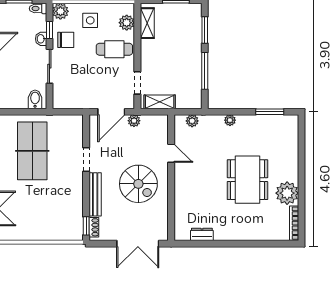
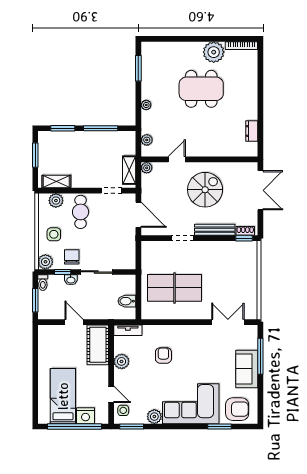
bidet: (35, 99) -> (127, 301), moved
plant: (134, 121) -> (147, 168), moved

